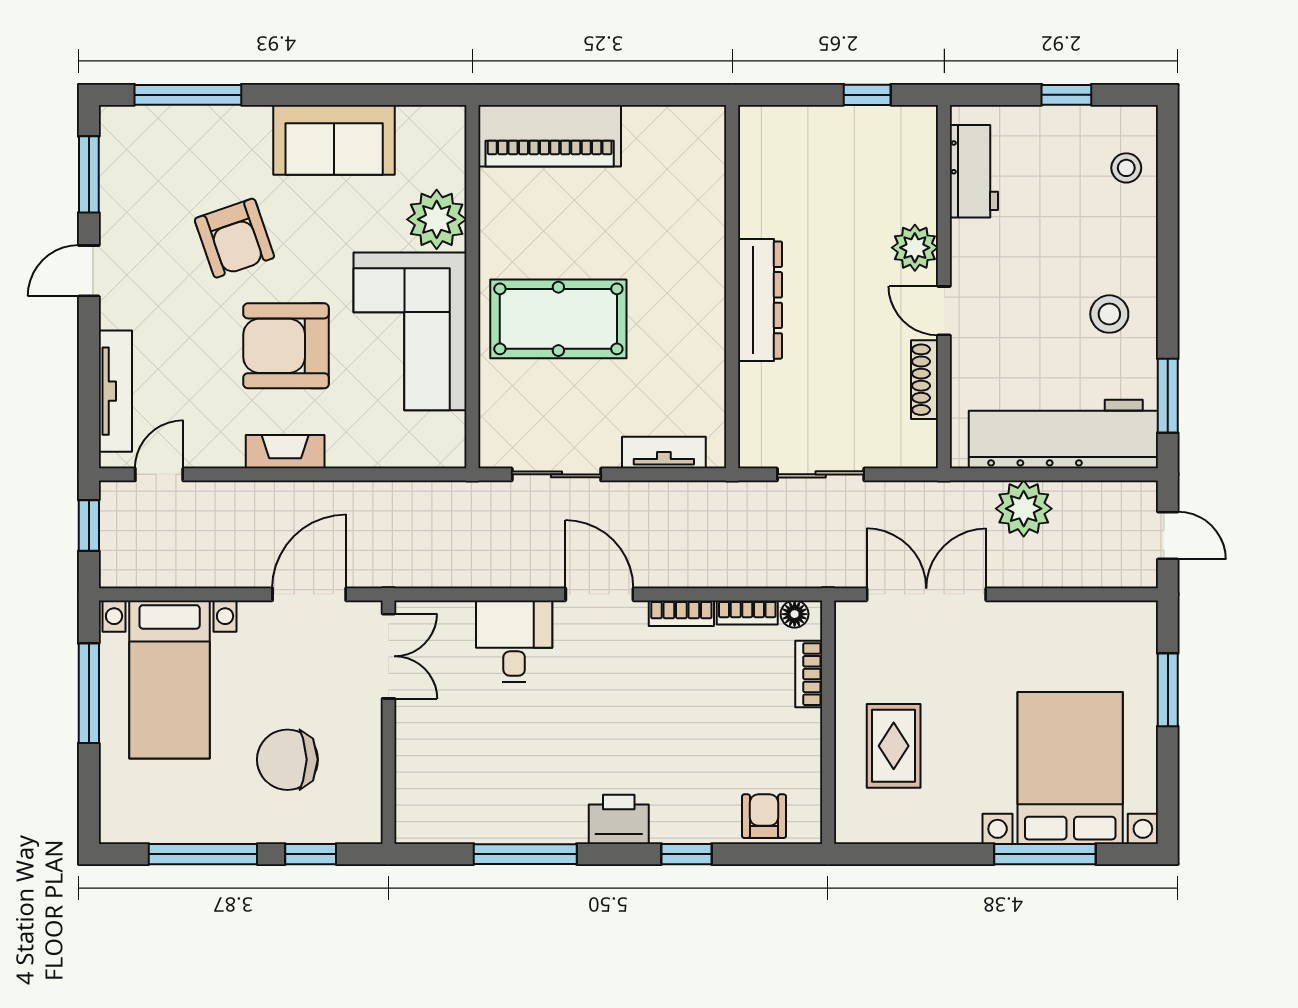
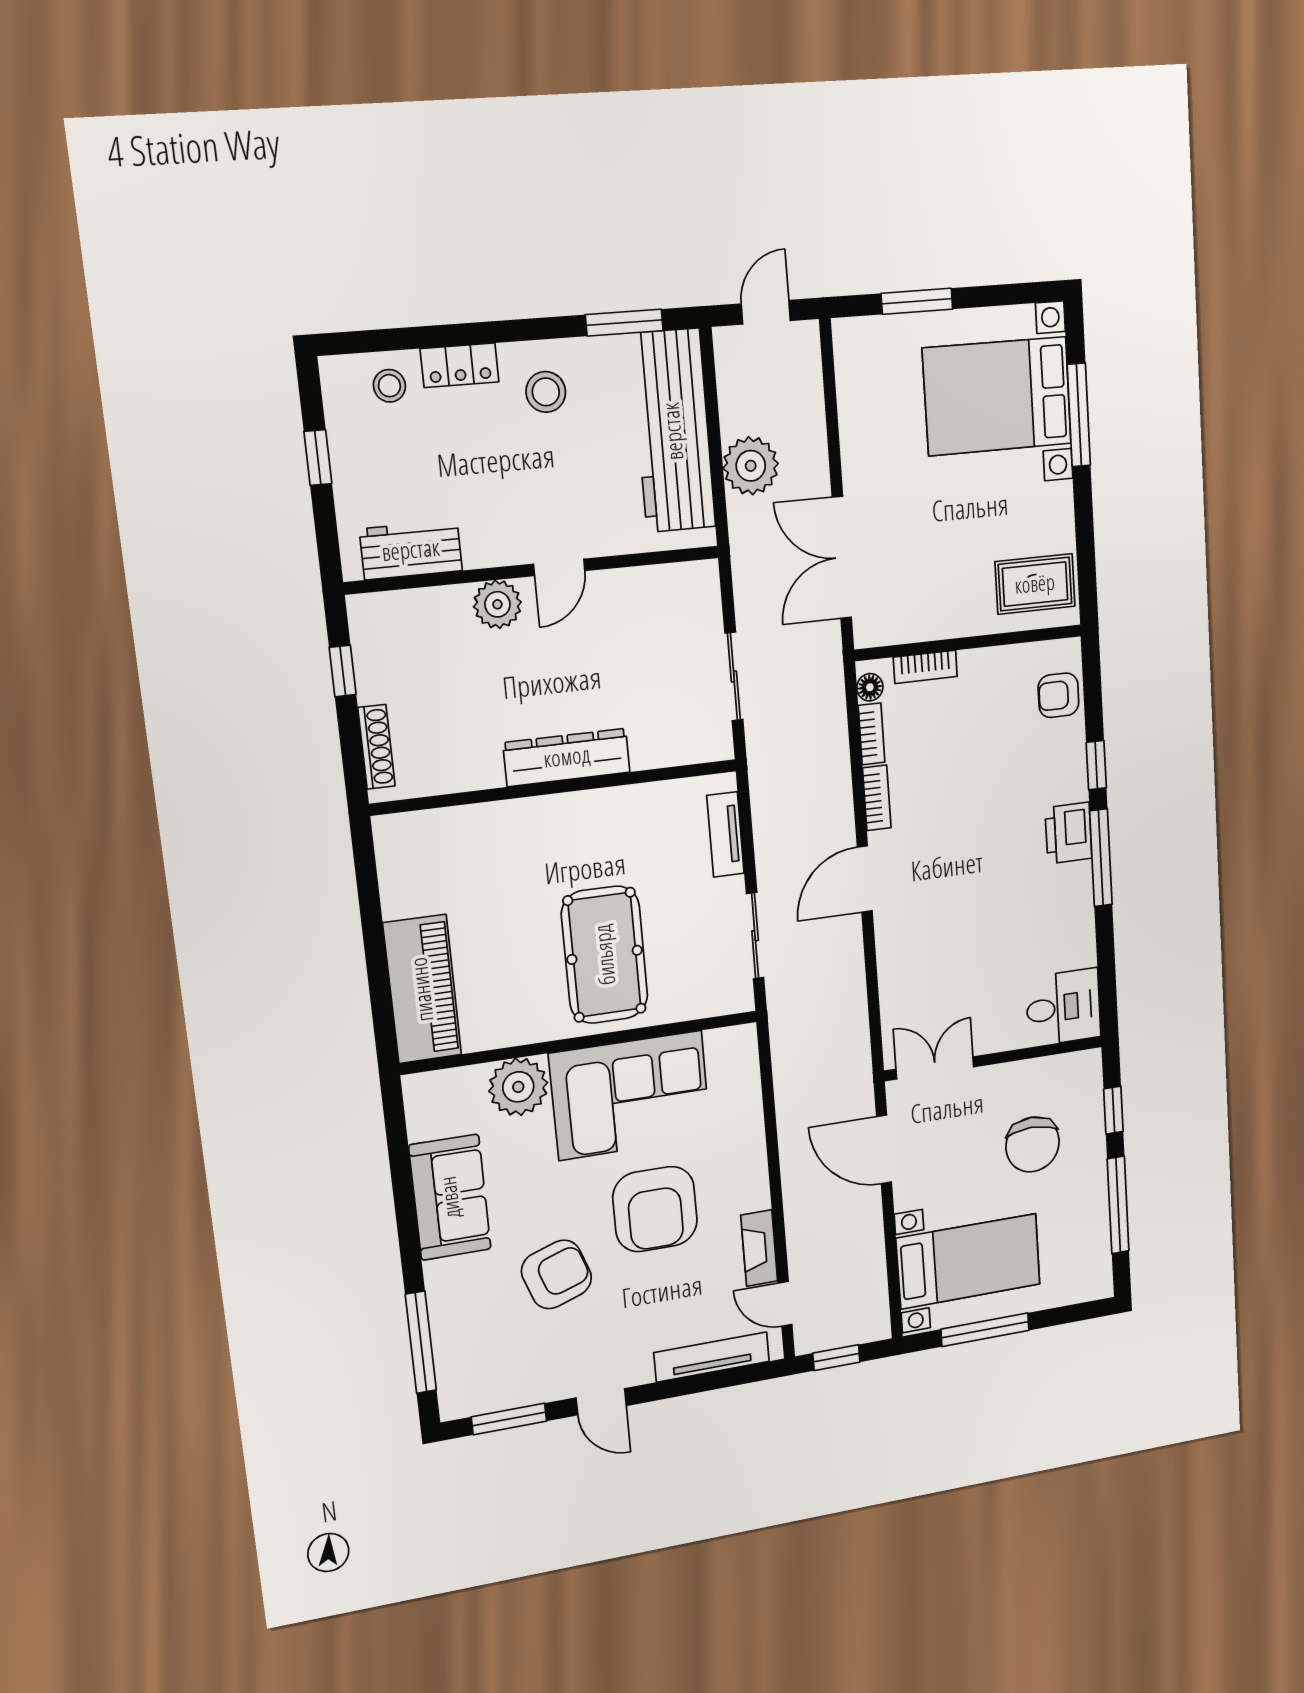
locker: (1140, 235) -> (460, 365), added
shoe rack: (925, 380) -> (376, 747), moved, turned -90
fireplace: (285, 452) -> (759, 1248), moved
desk: (514, 641) -> (1063, 1007), moved, turned 180
rug: (894, 746) -> (1035, 584), moved
window: (525, 854) -> (1101, 858), moved

